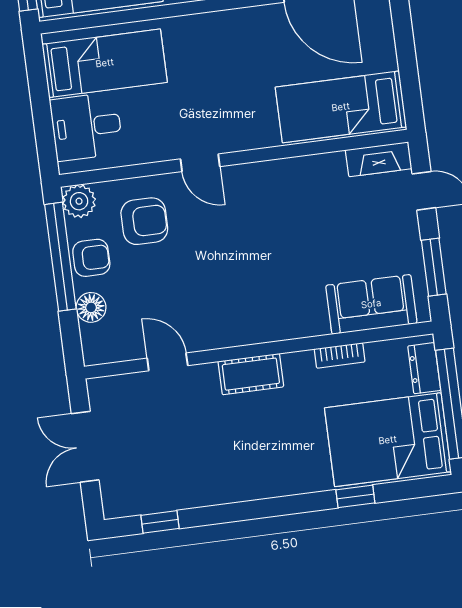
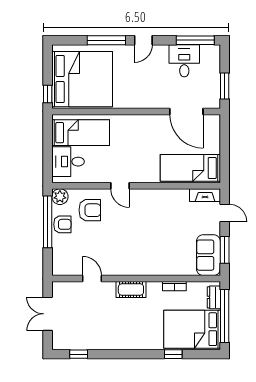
sofa: (371, 304) -> (208, 255), moved, turned -90
floor lamp: (91, 307) -> (59, 248), removed

